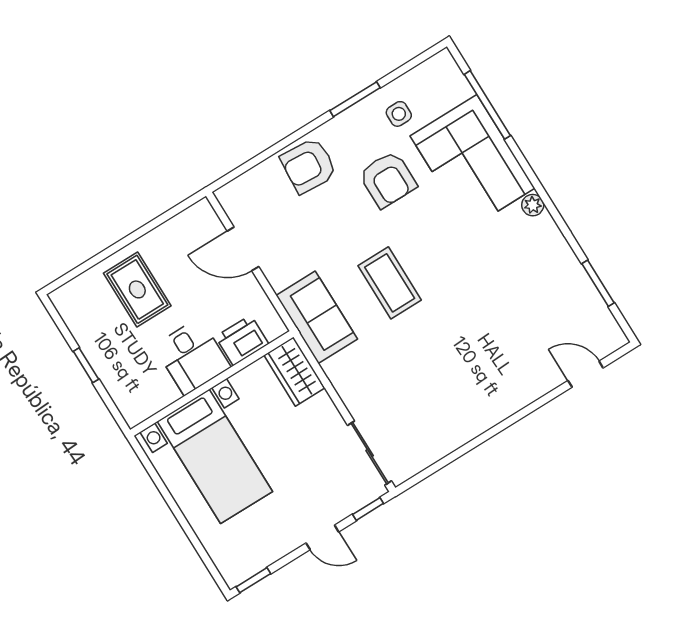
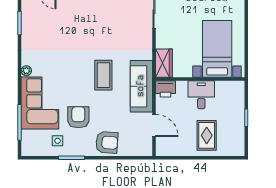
sofa: (317, 317) -> (141, 86), width x1.36
printer: (242, 340) -> (166, 89), moved

